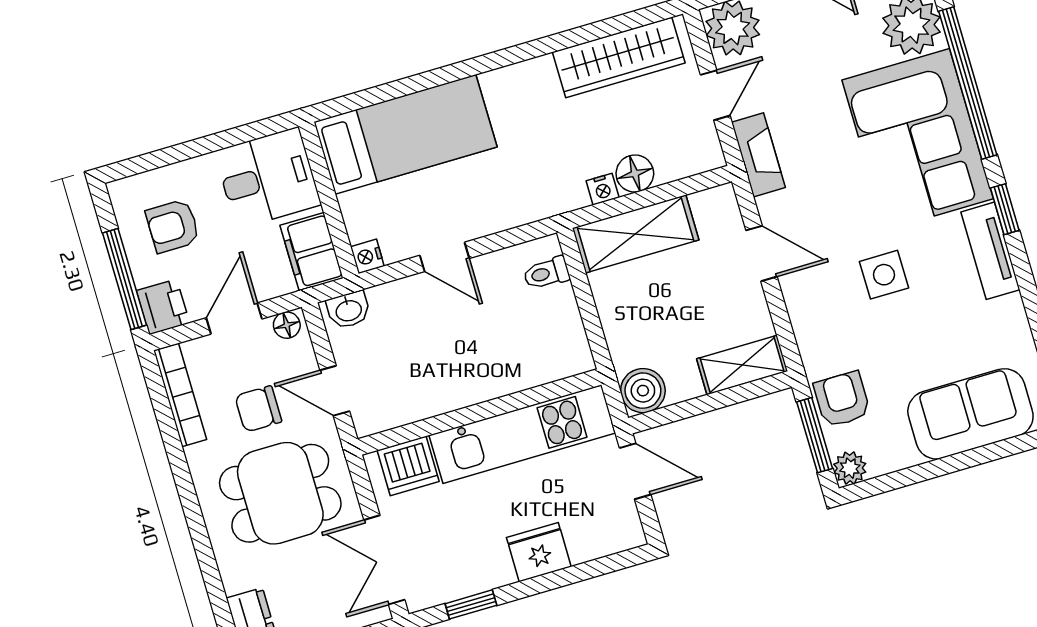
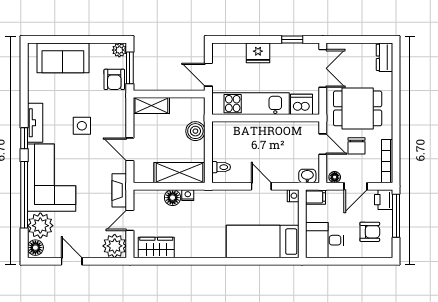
wardrobe: (619, 57) -> (156, 248), width x0.67
filing cabinet: (312, 252) -> (316, 197), width x0.50
boiler: (643, 391) -> (195, 131), moved
chair: (258, 409) -> (357, 146), turned 90

